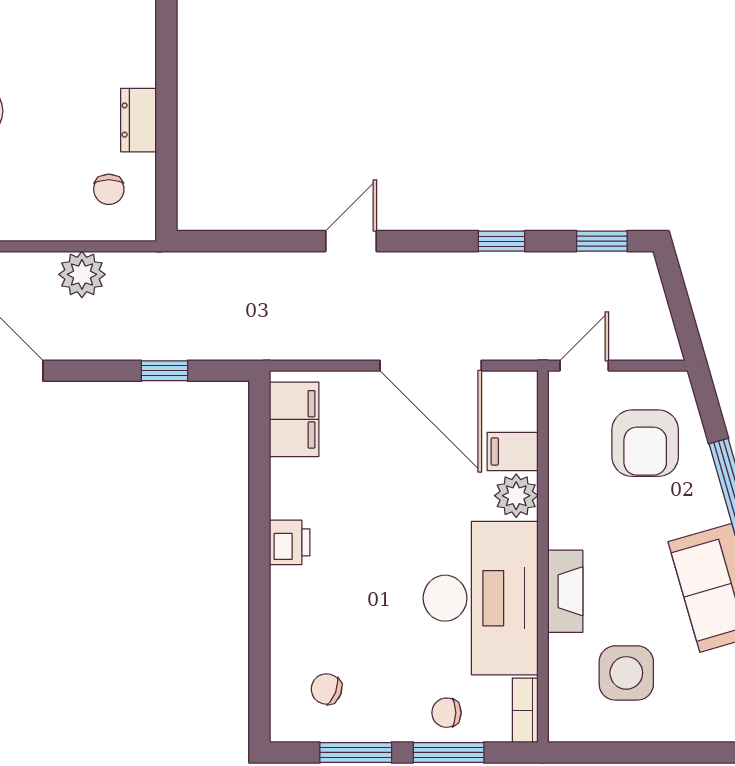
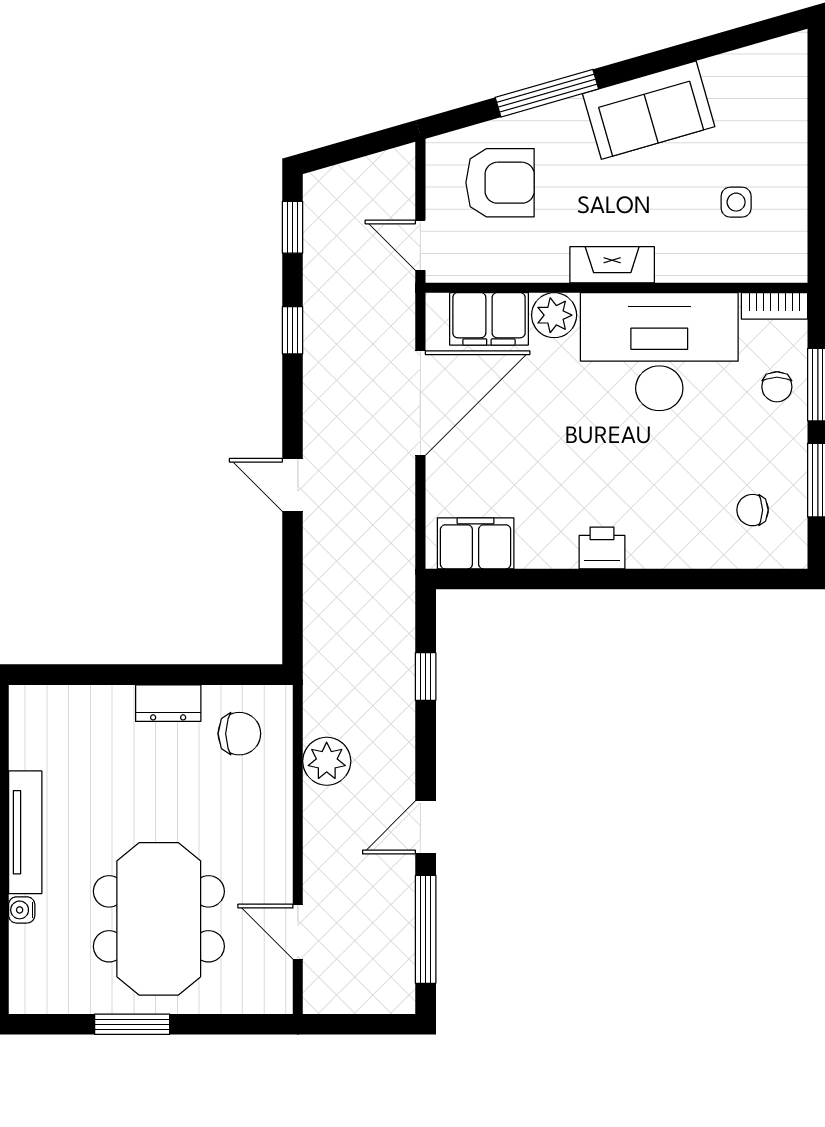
chair: (109, 189) -> (239, 734), width x1.37, depth x1.37
filing cabinet: (513, 452) -> (489, 319), width x2.00
fireplace: (565, 591) -> (612, 265), moved
side table: (626, 673) -> (736, 202), width x0.54, depth x0.54
chair: (327, 689) -> (753, 510), turned 69

